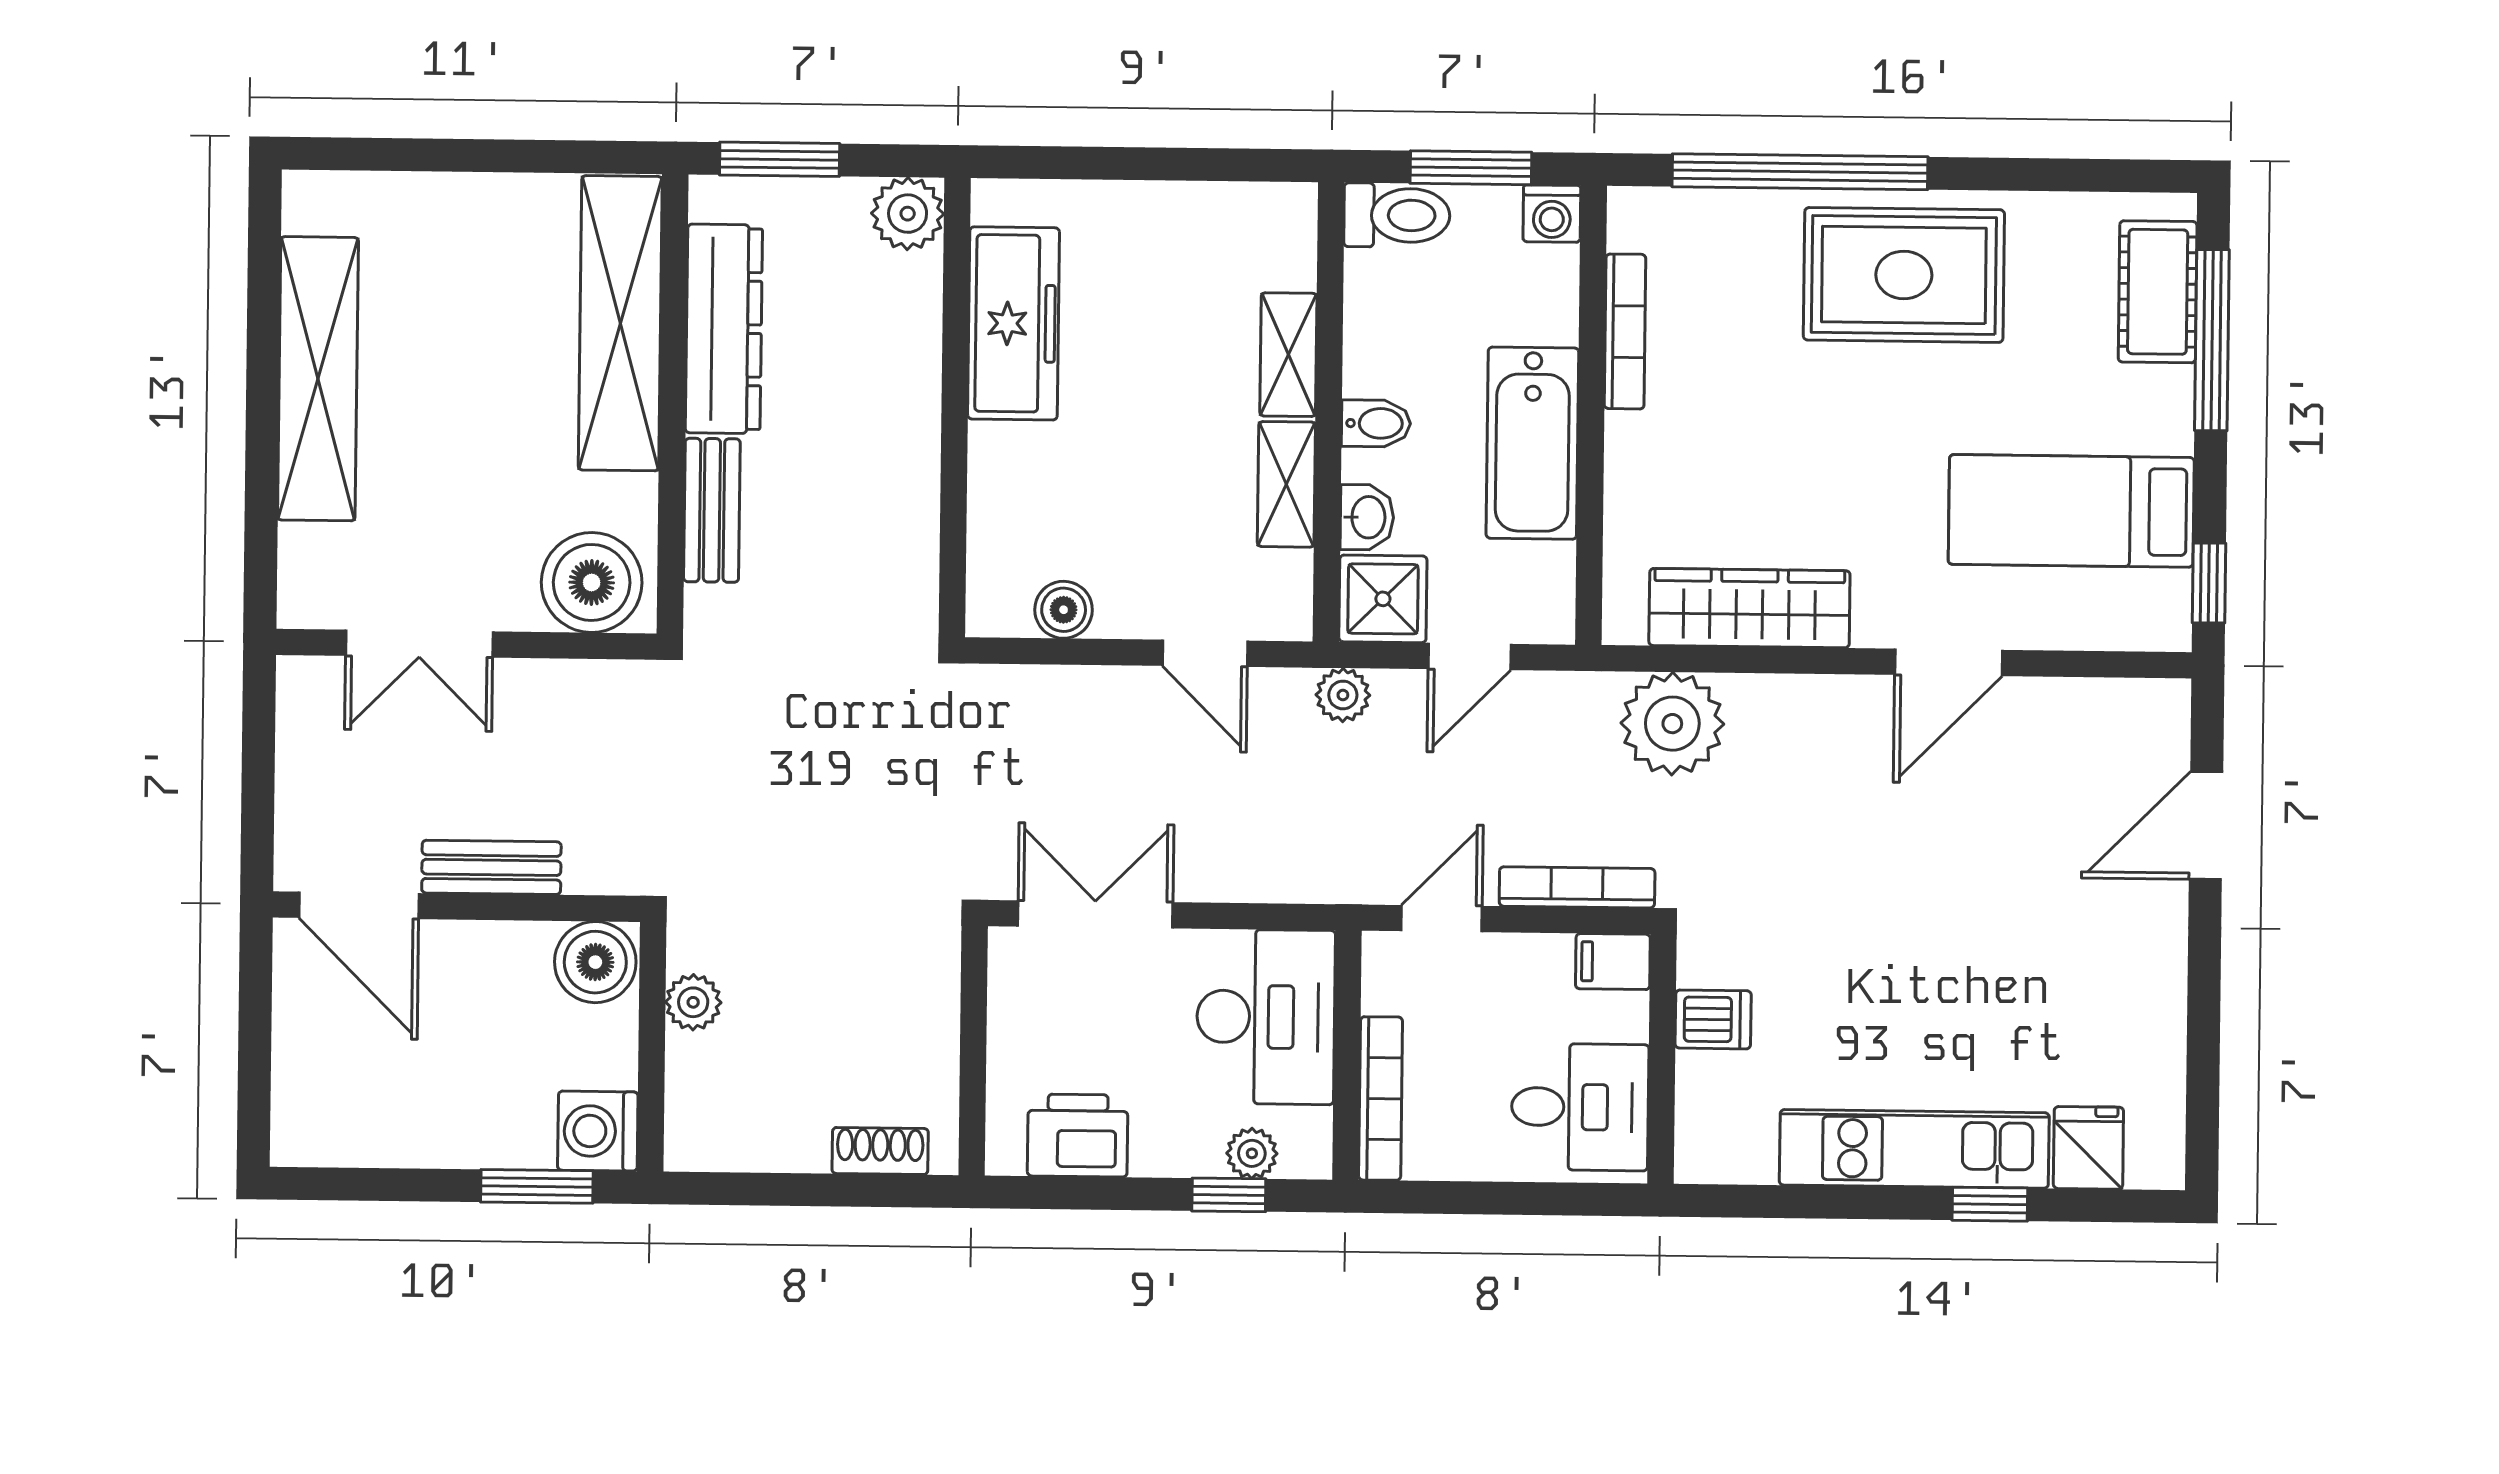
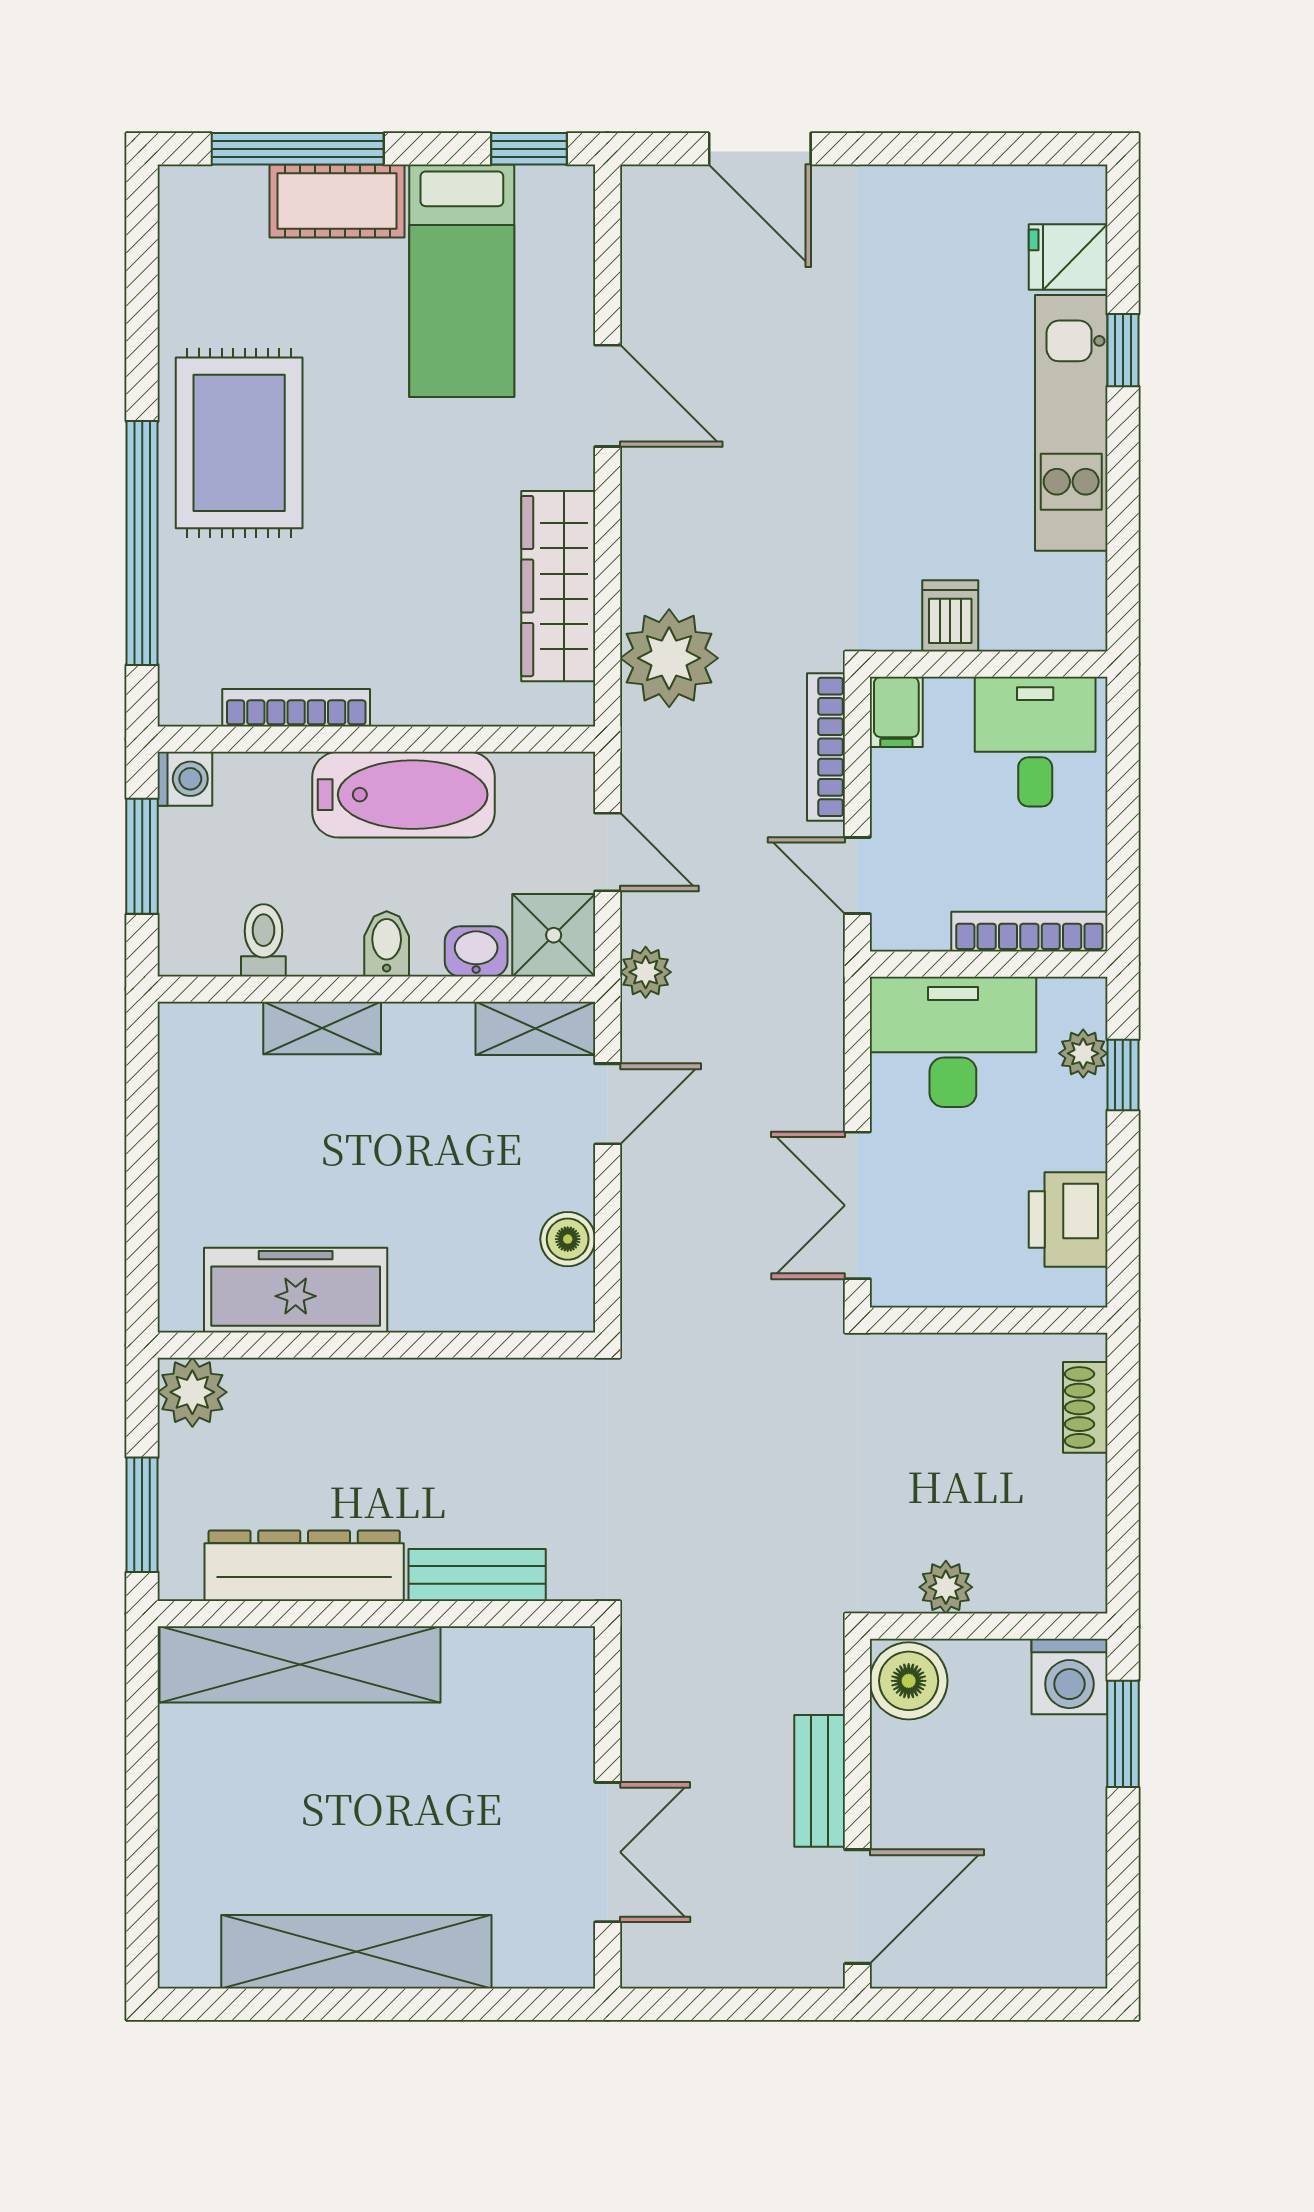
toilet: (1397, 215) -> (263, 940), moved, width x0.73, depth x0.72
cot: (2158, 292) -> (337, 201), moved
shelving: (1286, 484) -> (535, 1028), moved
boiler: (592, 582) -> (547, 1689), removed

